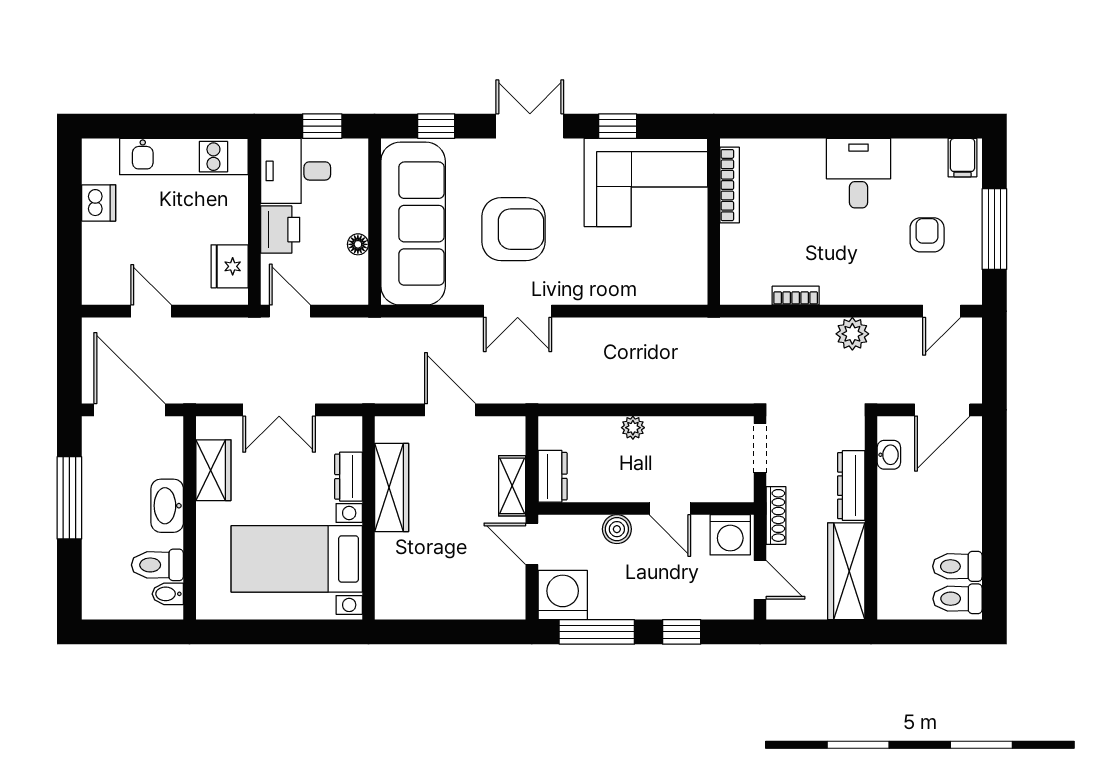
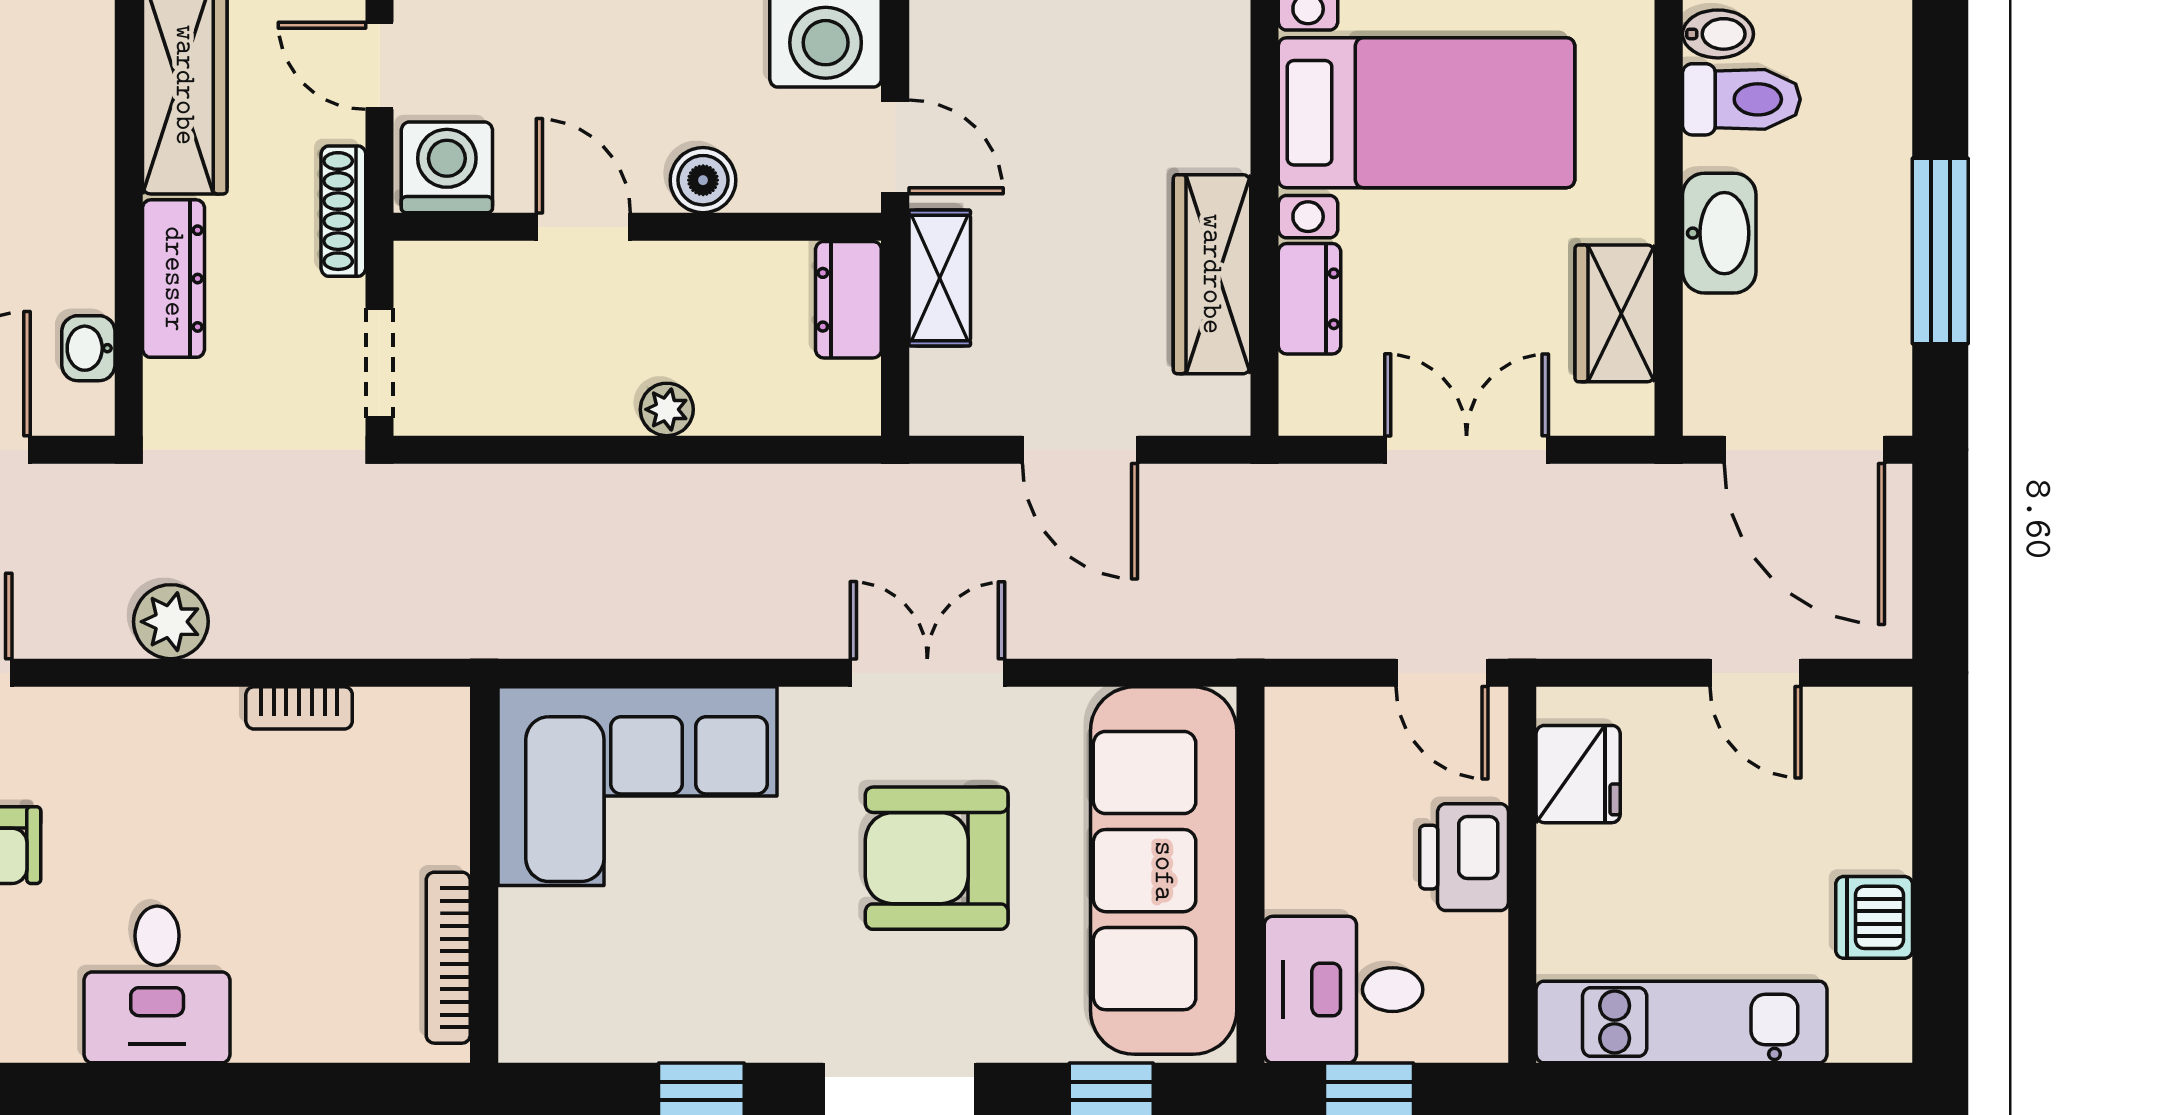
desk: (296, 171) -> (1344, 990), moved, turned 180
corner sofa: (646, 183) -> (637, 786), moved, turned 180
floor lamp: (358, 244) -> (1288, 824), removed

